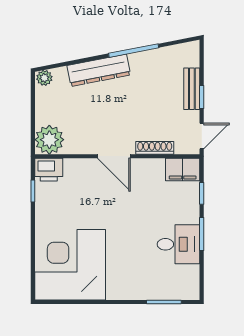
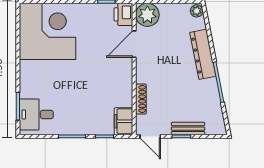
door: (114, 156) -> (134, 44), moved
desk: (179, 244) -> (36, 114), moved, turned 90

